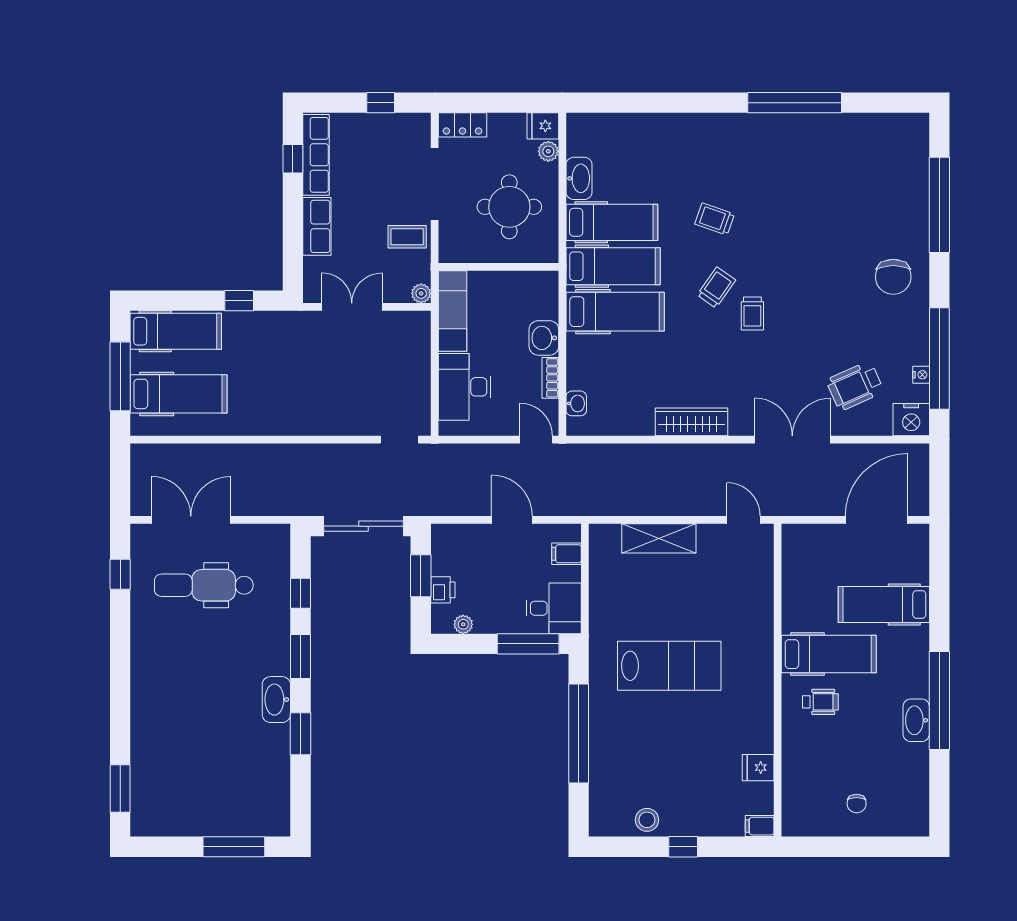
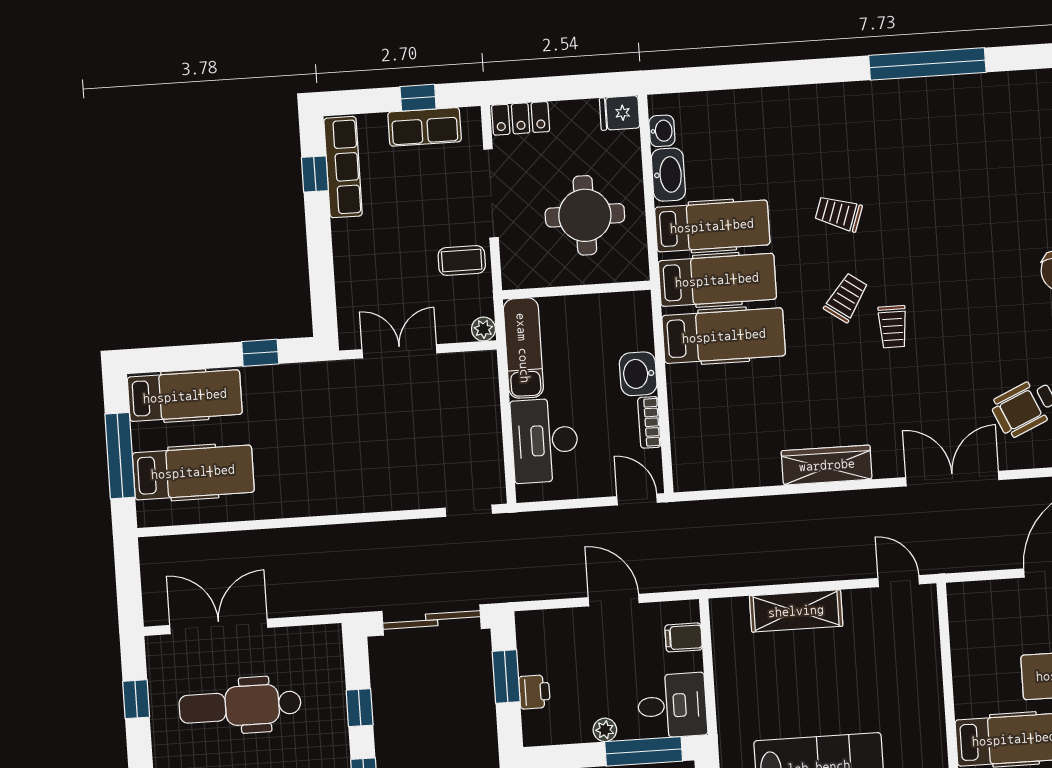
plant: (548, 151) -> (628, 144), removed
row of seats: (317, 226) -> (425, 127), moved, turned 90
washbasin: (576, 403) -> (662, 131), moved
plant: (463, 624) -> (605, 730), moved

